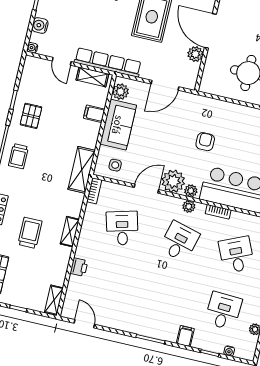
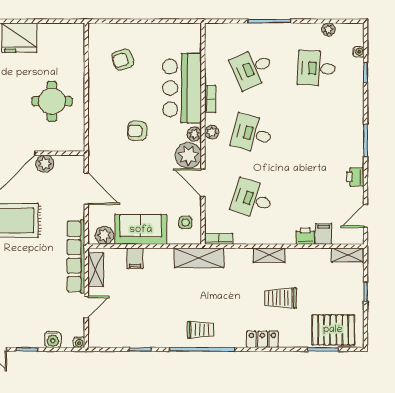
pallet: (31, 116) -> (153, 326), removed
desk: (122, 228) -> (252, 199), turned 33
printer: (121, 323) -> (355, 177), added
filing cabinet: (185, 336) -> (324, 234), moved, turned 90

